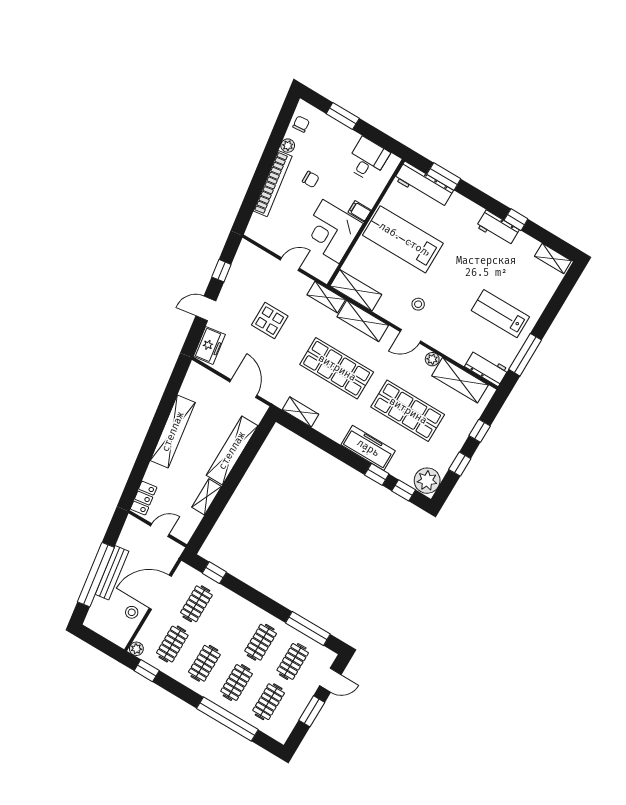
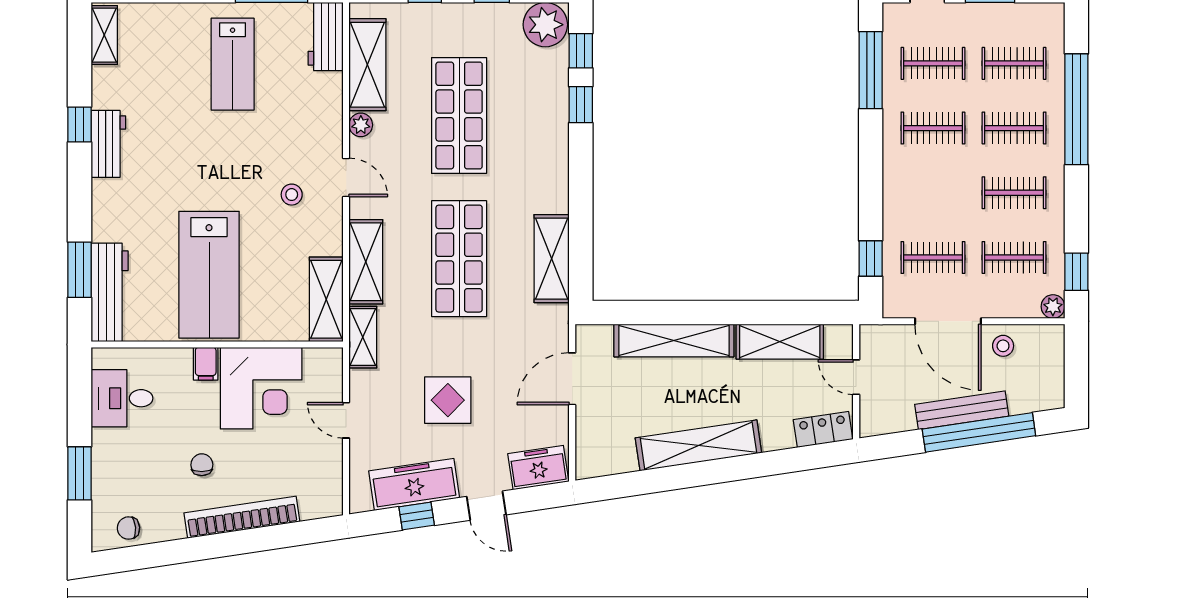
plant: (288, 146) -> (172, 529), removed
shelving: (301, 412) -> (552, 259), width x1.50, depth x1.33
freezer: (368, 448) -> (414, 484), moved, turned 82
shelving: (207, 497) -> (780, 342), width x1.50, depth x1.33

